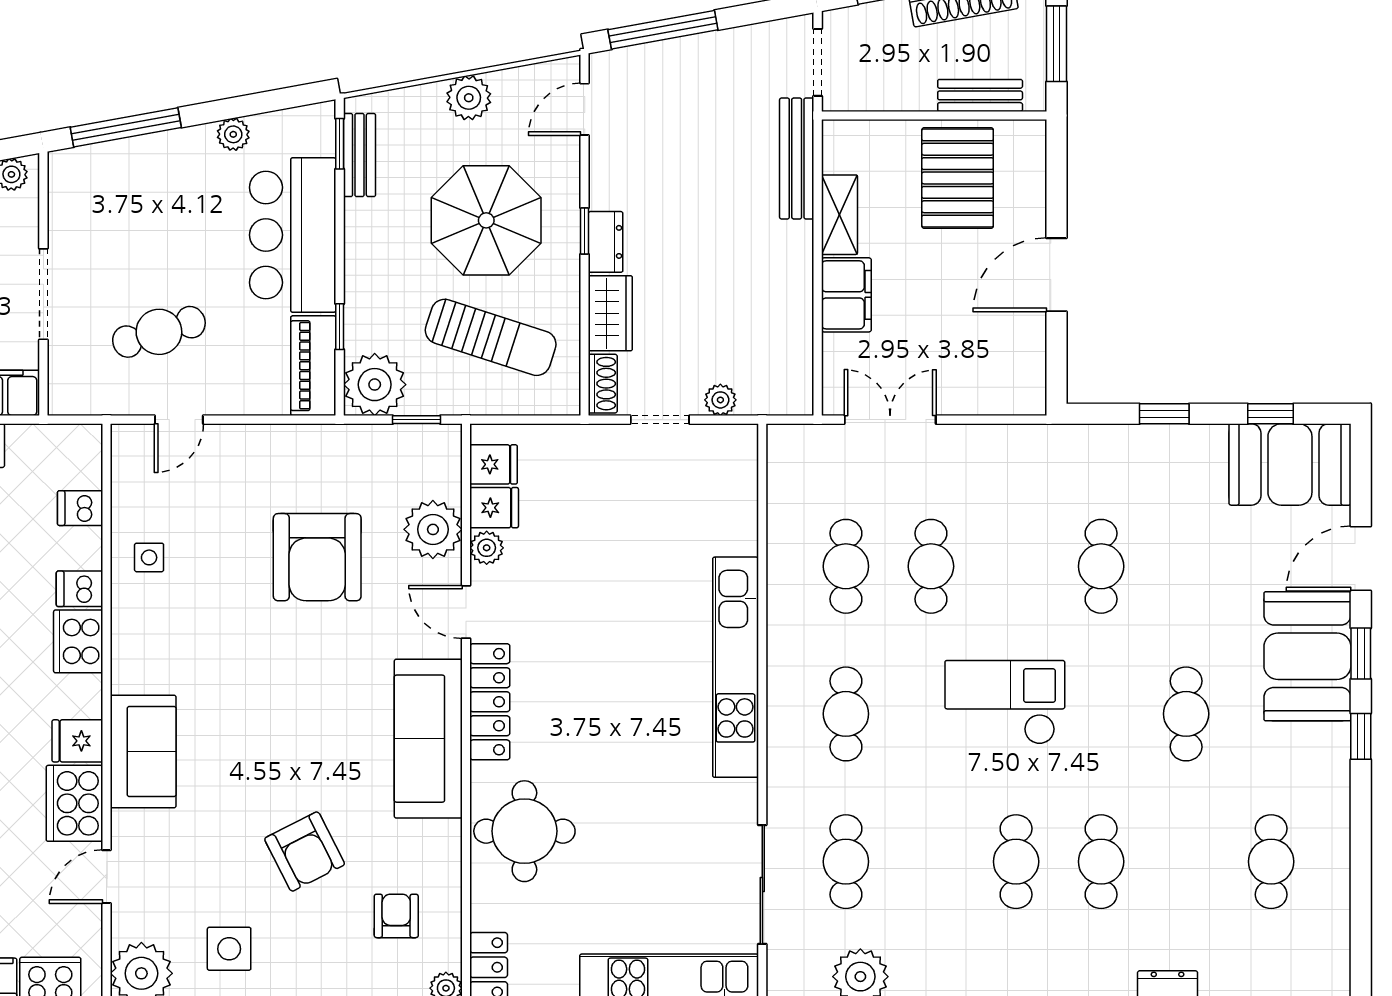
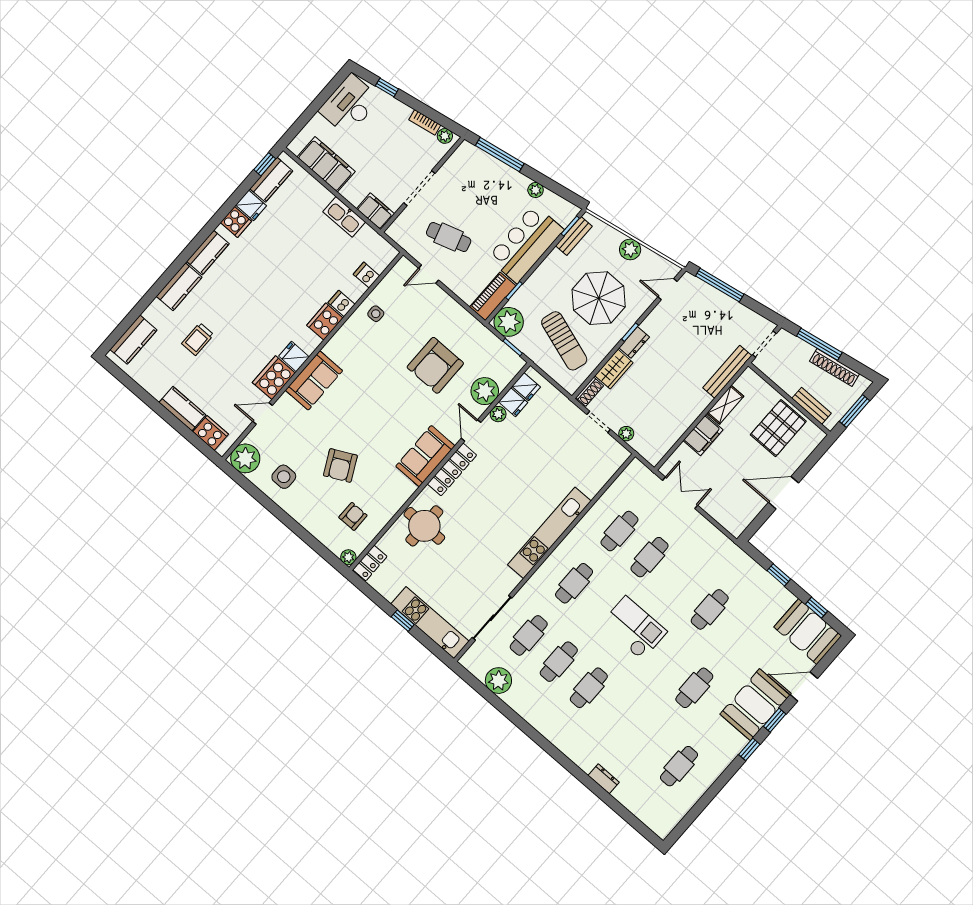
sofa: (428, 739) -> (425, 456), width x0.73
cafe table: (1101, 862) -> (559, 662), moved

